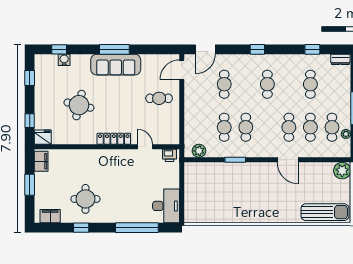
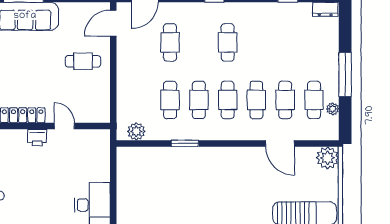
cafe table: (310, 84) -> (228, 100), moved
printer: (170, 155) -> (37, 138), moved
door: (288, 160) -> (280, 143), moved

